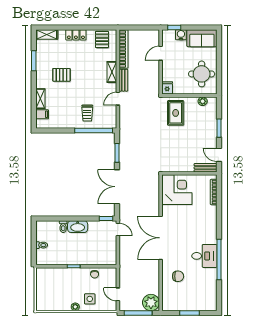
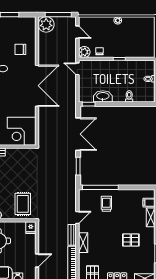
washbasin: (78, 227) -> (103, 96), moved
door: (118, 230) -> (77, 69), moved
plant: (111, 273) -> (84, 52), added
side table: (90, 299) -> (104, 28), removed

